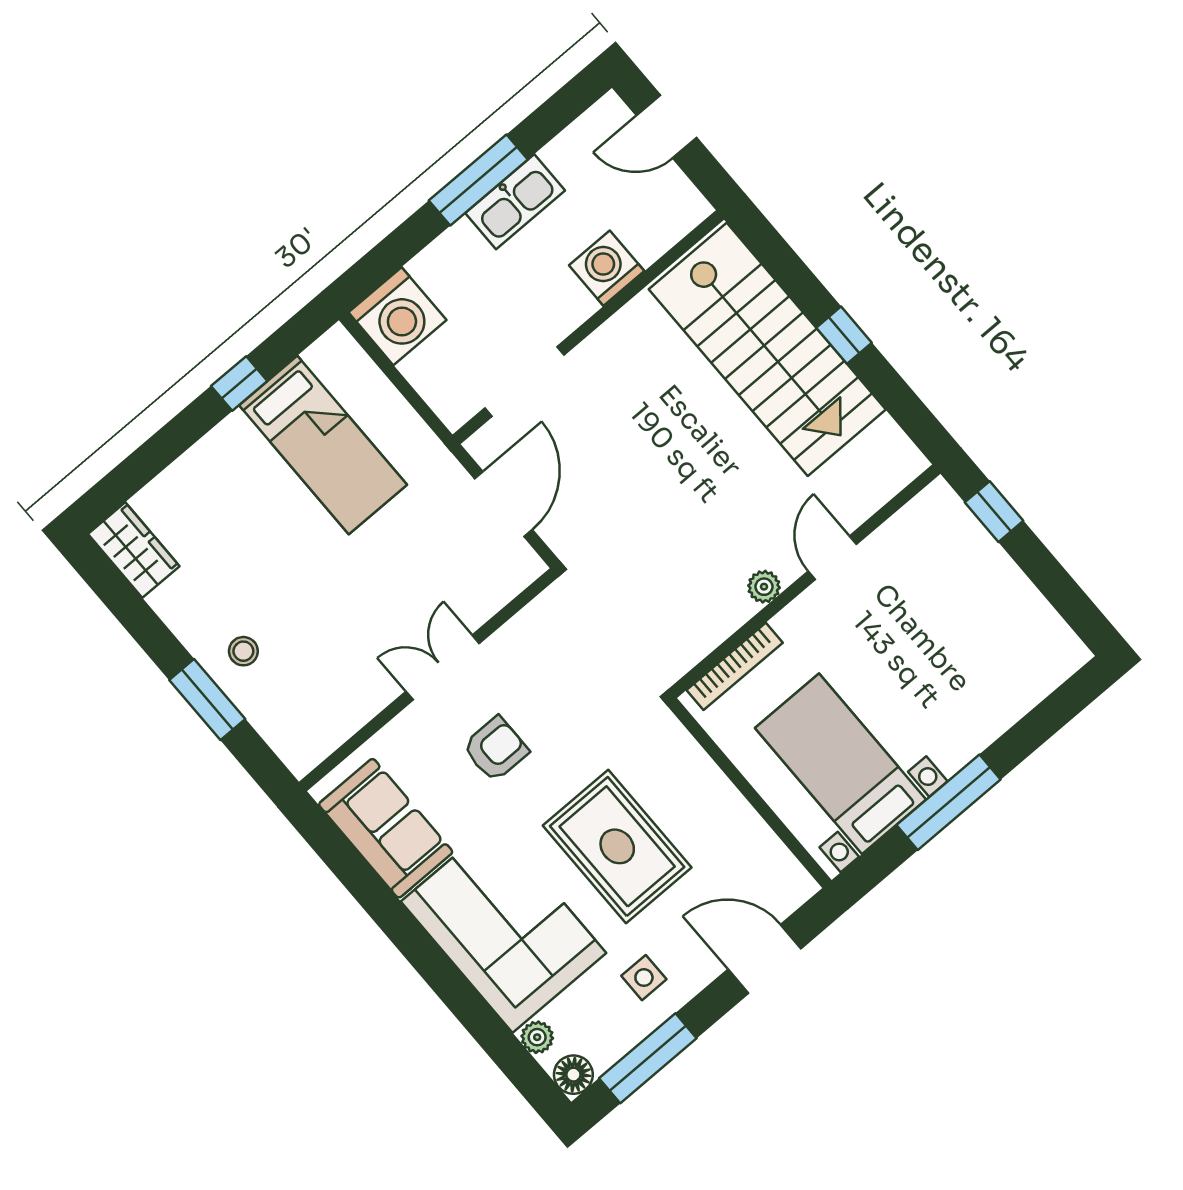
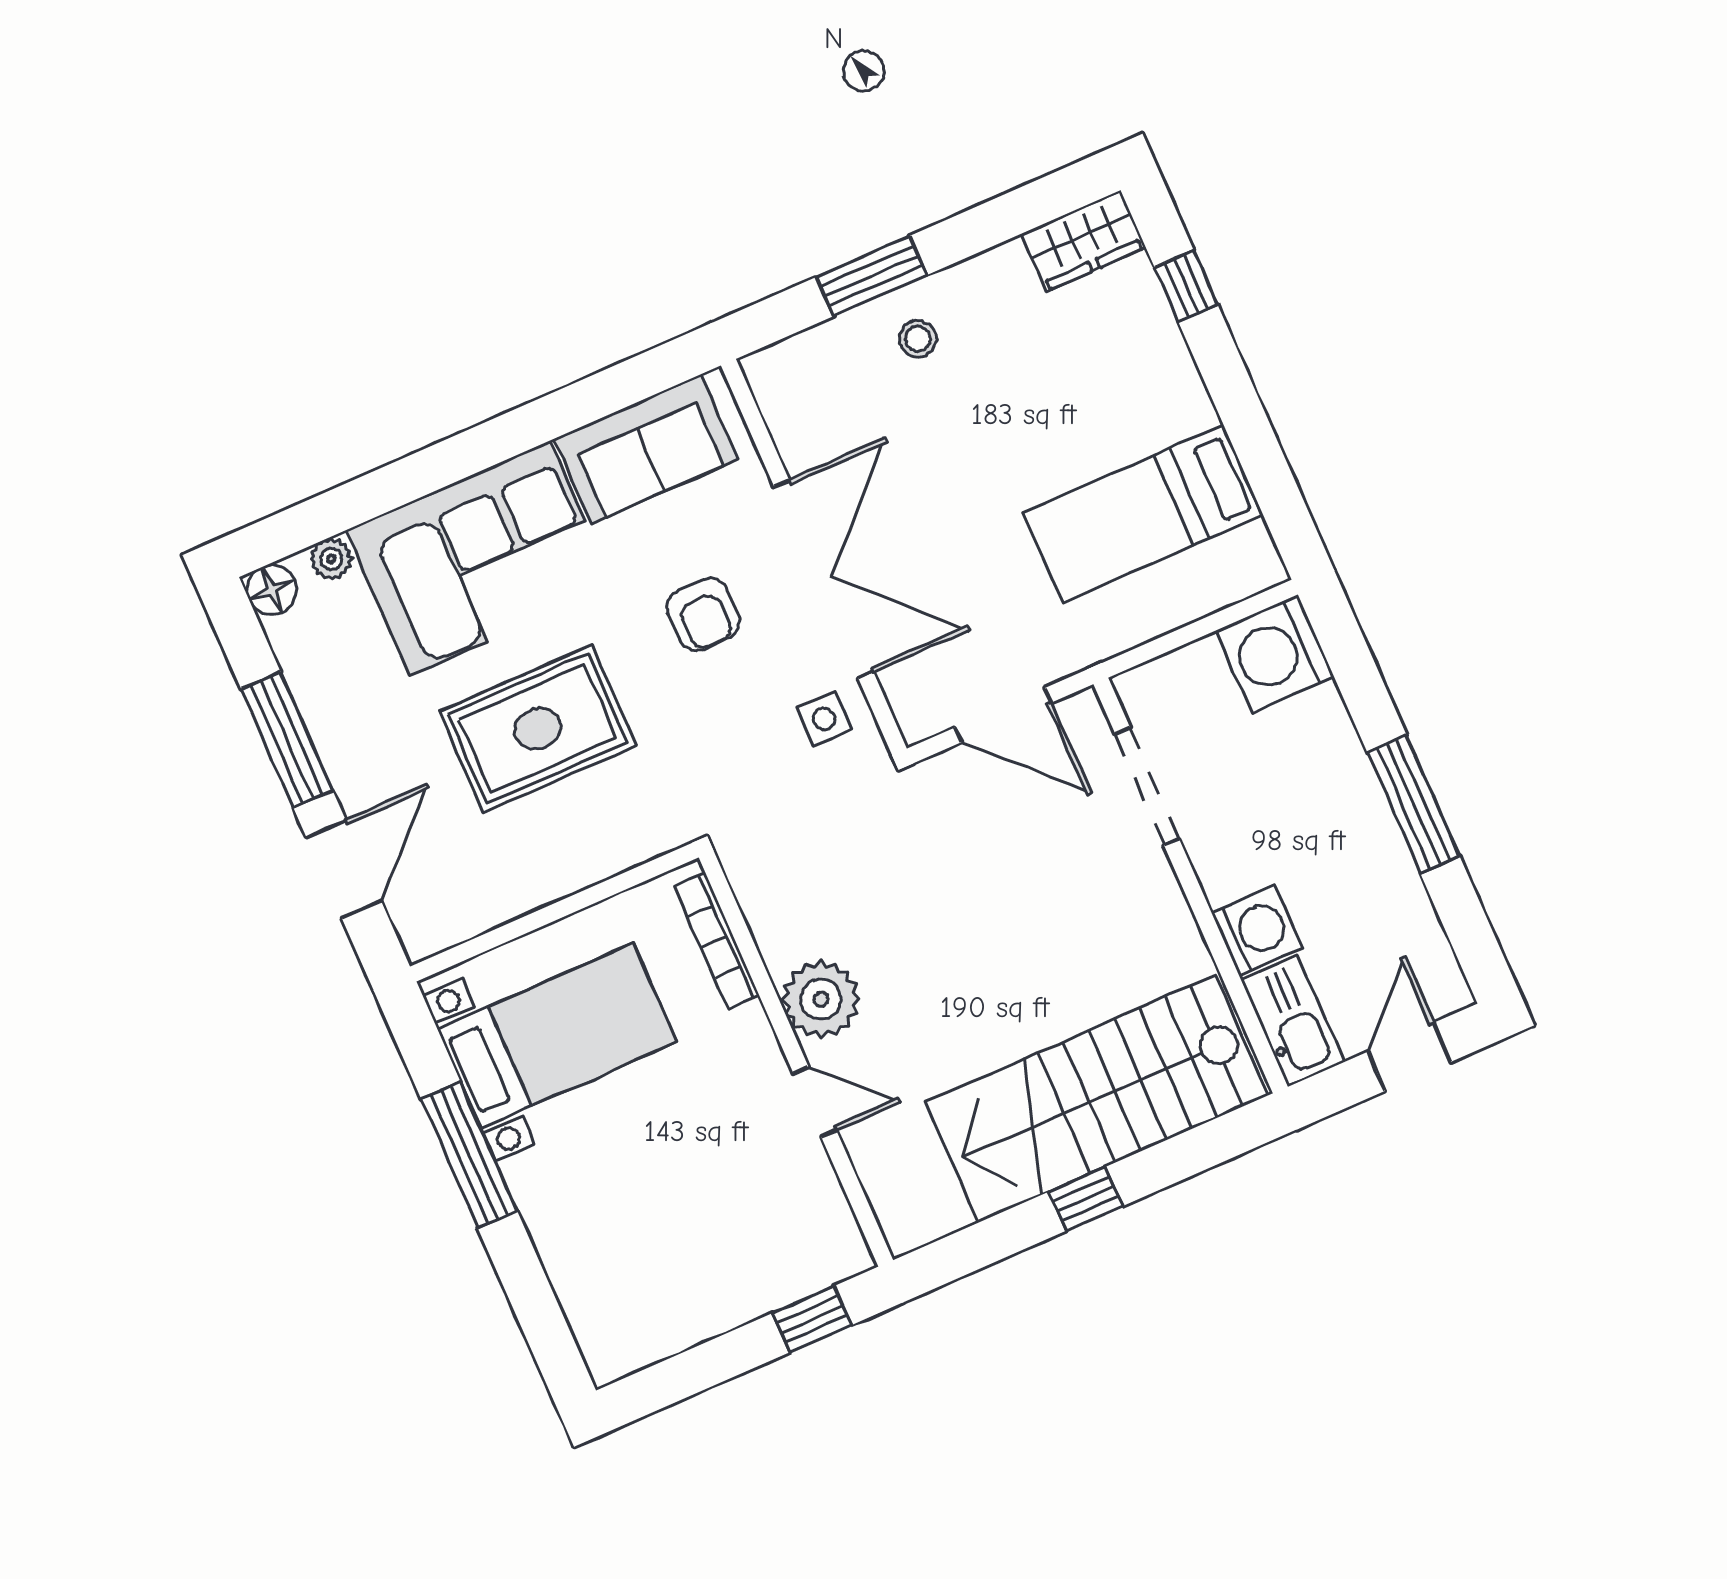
kitchen sink: (515, 202) -> (1292, 1021), moved, turned 180
window: (239, 383) -> (1186, 286), moved
plant: (764, 587) -> (821, 999), width x1.87, depth x1.87
double door: (443, 667) -> (824, 579), width x1.87
side table: (644, 978) -> (824, 719), moved
window: (648, 1058) -> (287, 740), moved

